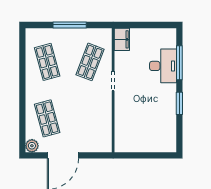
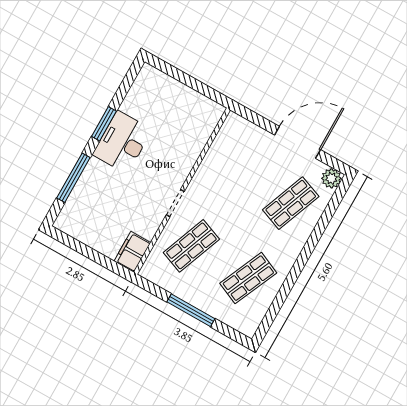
shop shelf: (47, 62) -> (248, 278), turned 39
desk: (163, 66) -> (122, 142), moved
shop shelf: (47, 118) -> (291, 203), turned 36

